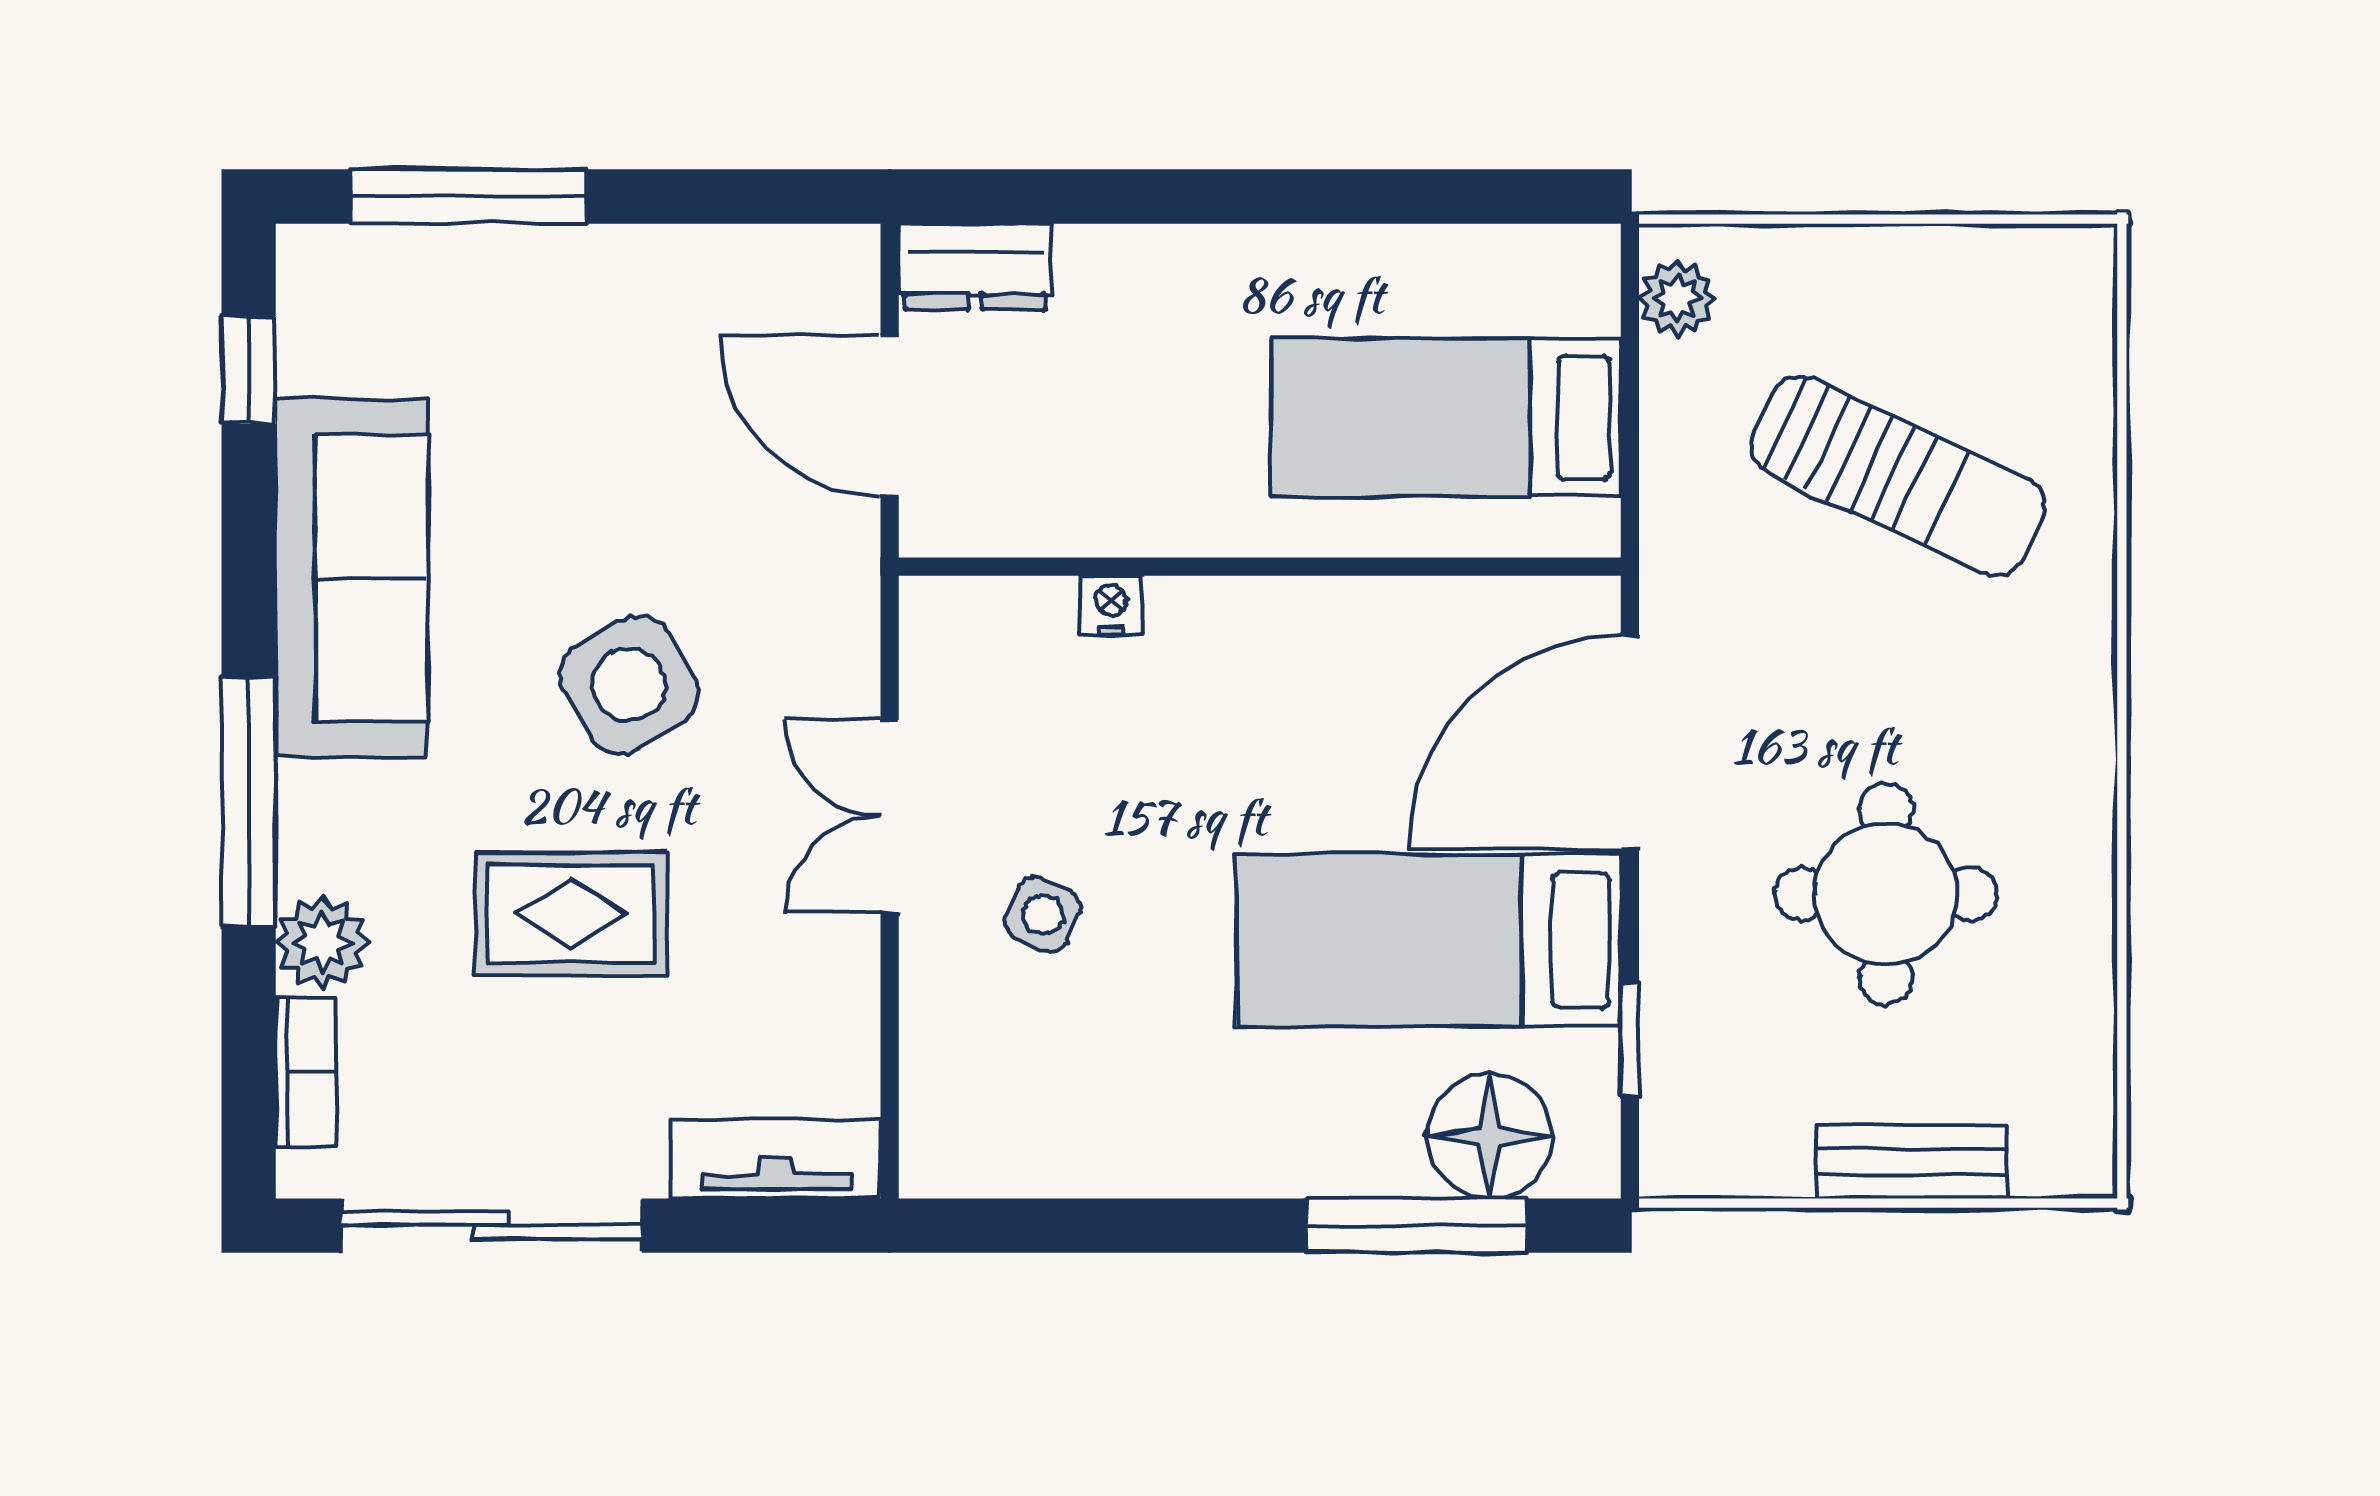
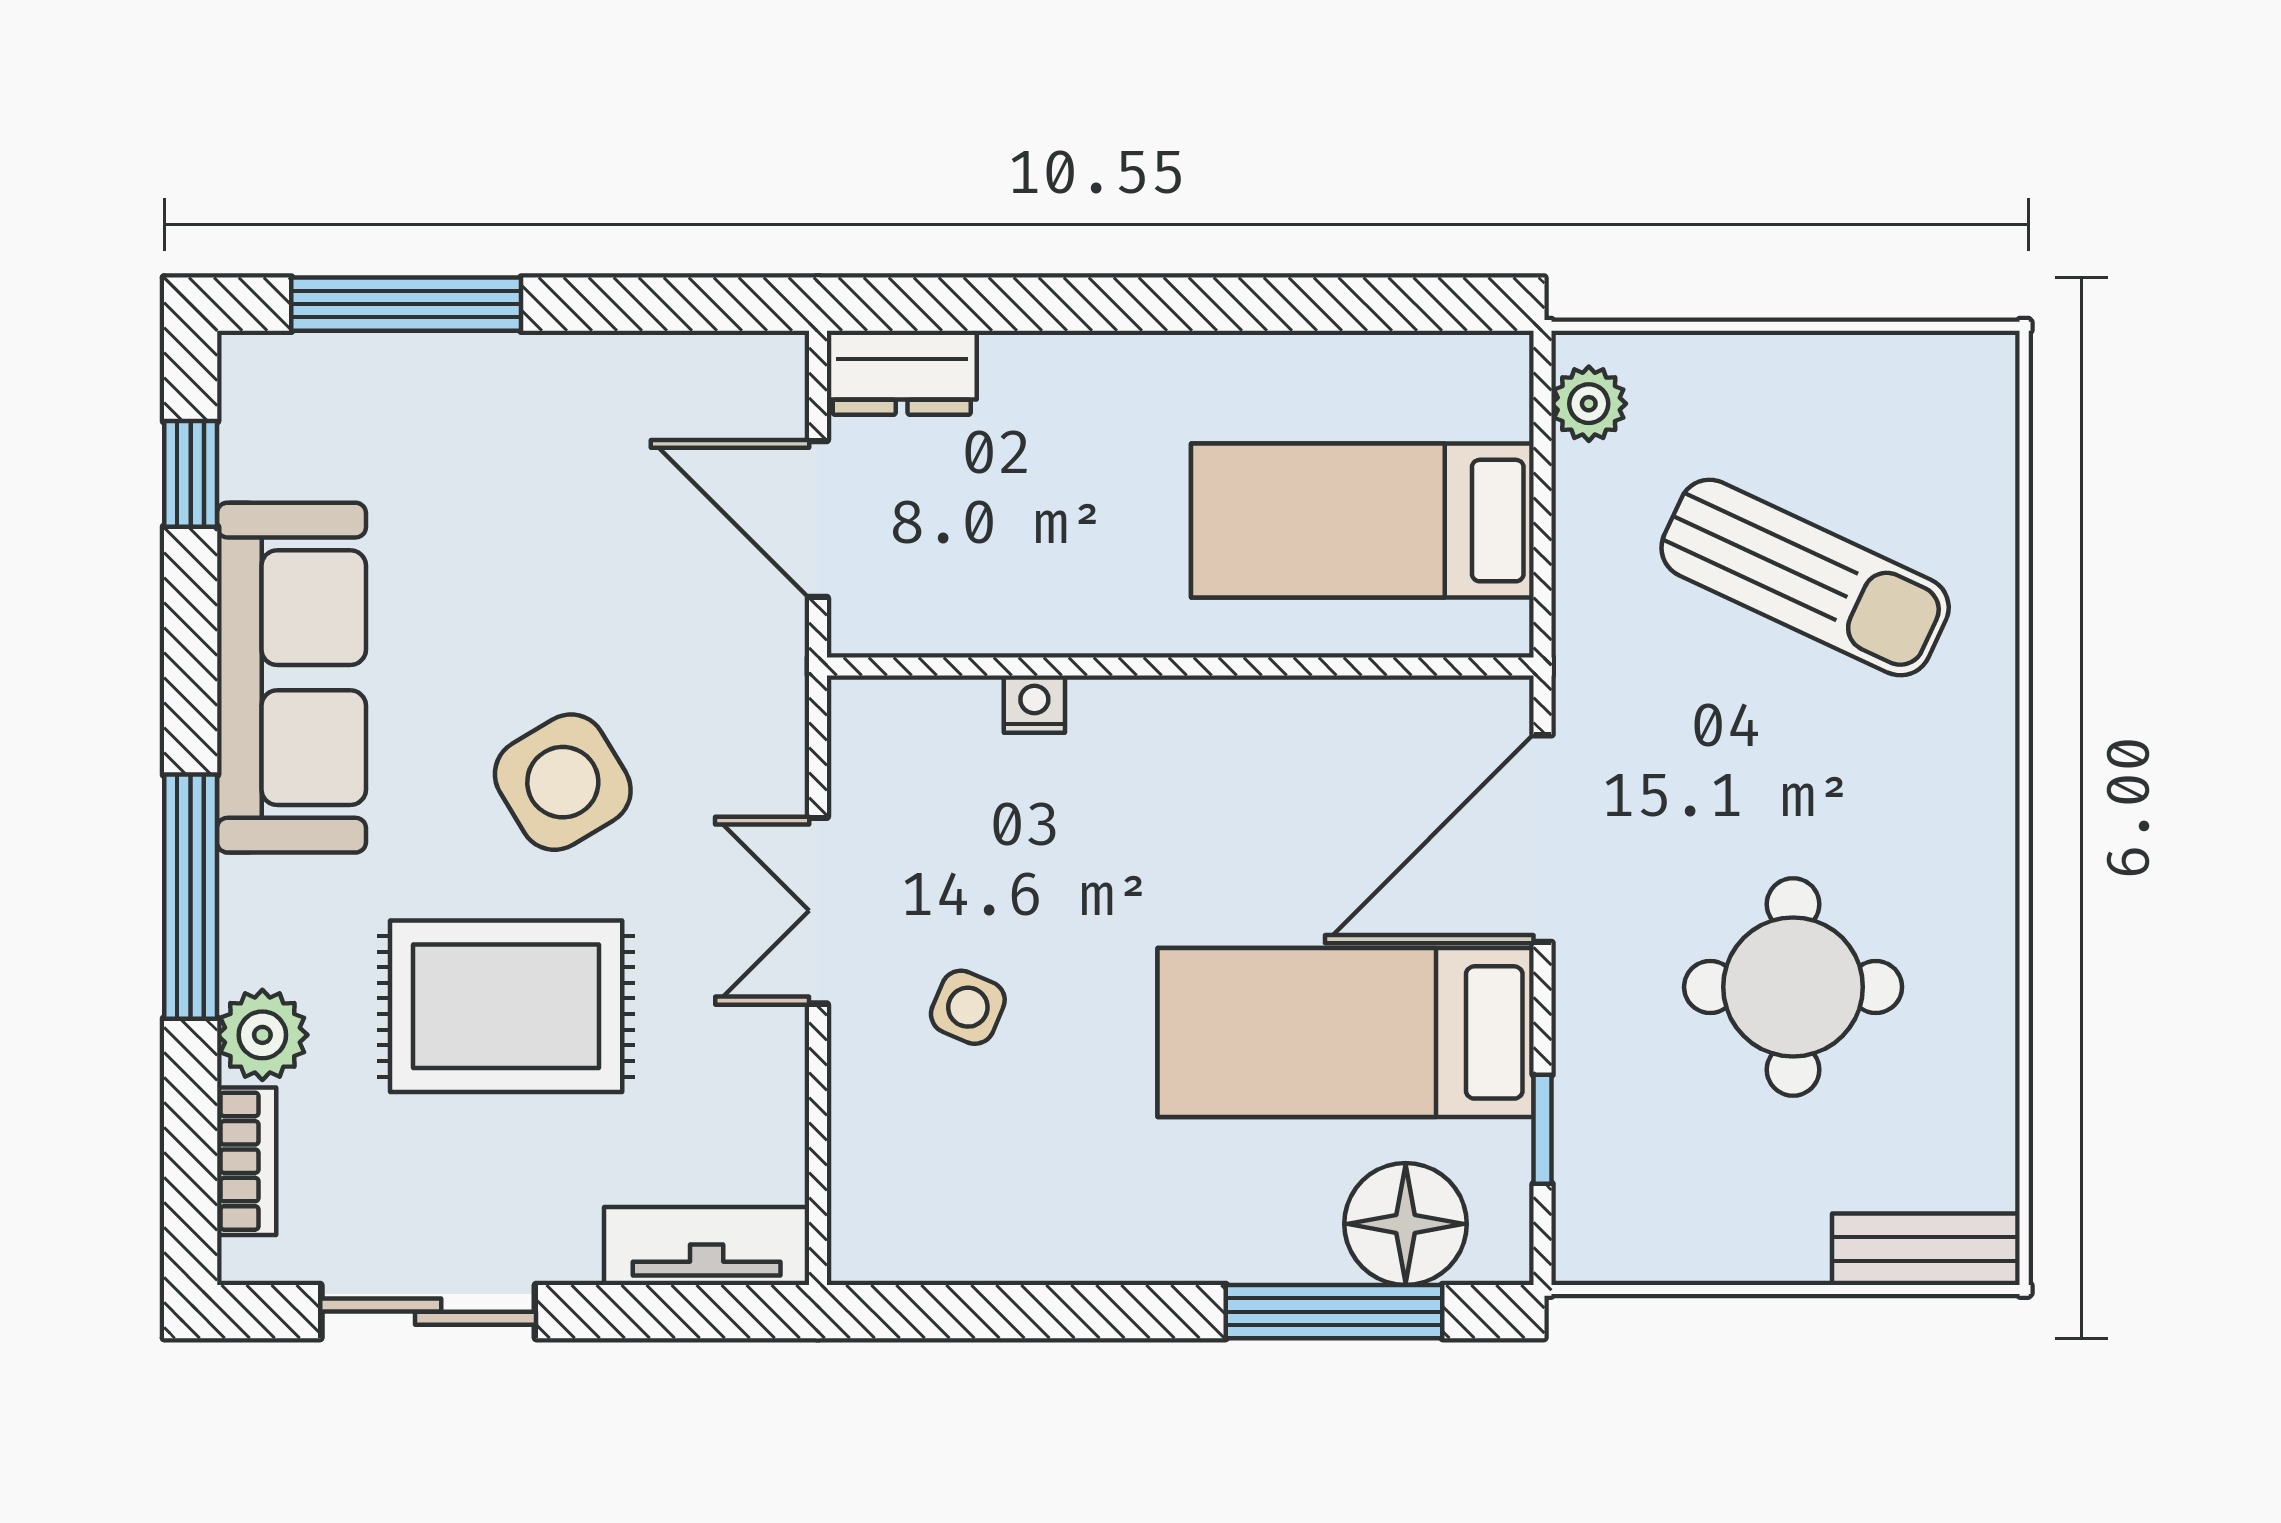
rug: (571, 914) -> (506, 1006), width x1.36, depth x1.43
bench: (1911, 1162) -> (1926, 1249), moved
sliding door: (491, 1226) -> (428, 1312), width x0.73

